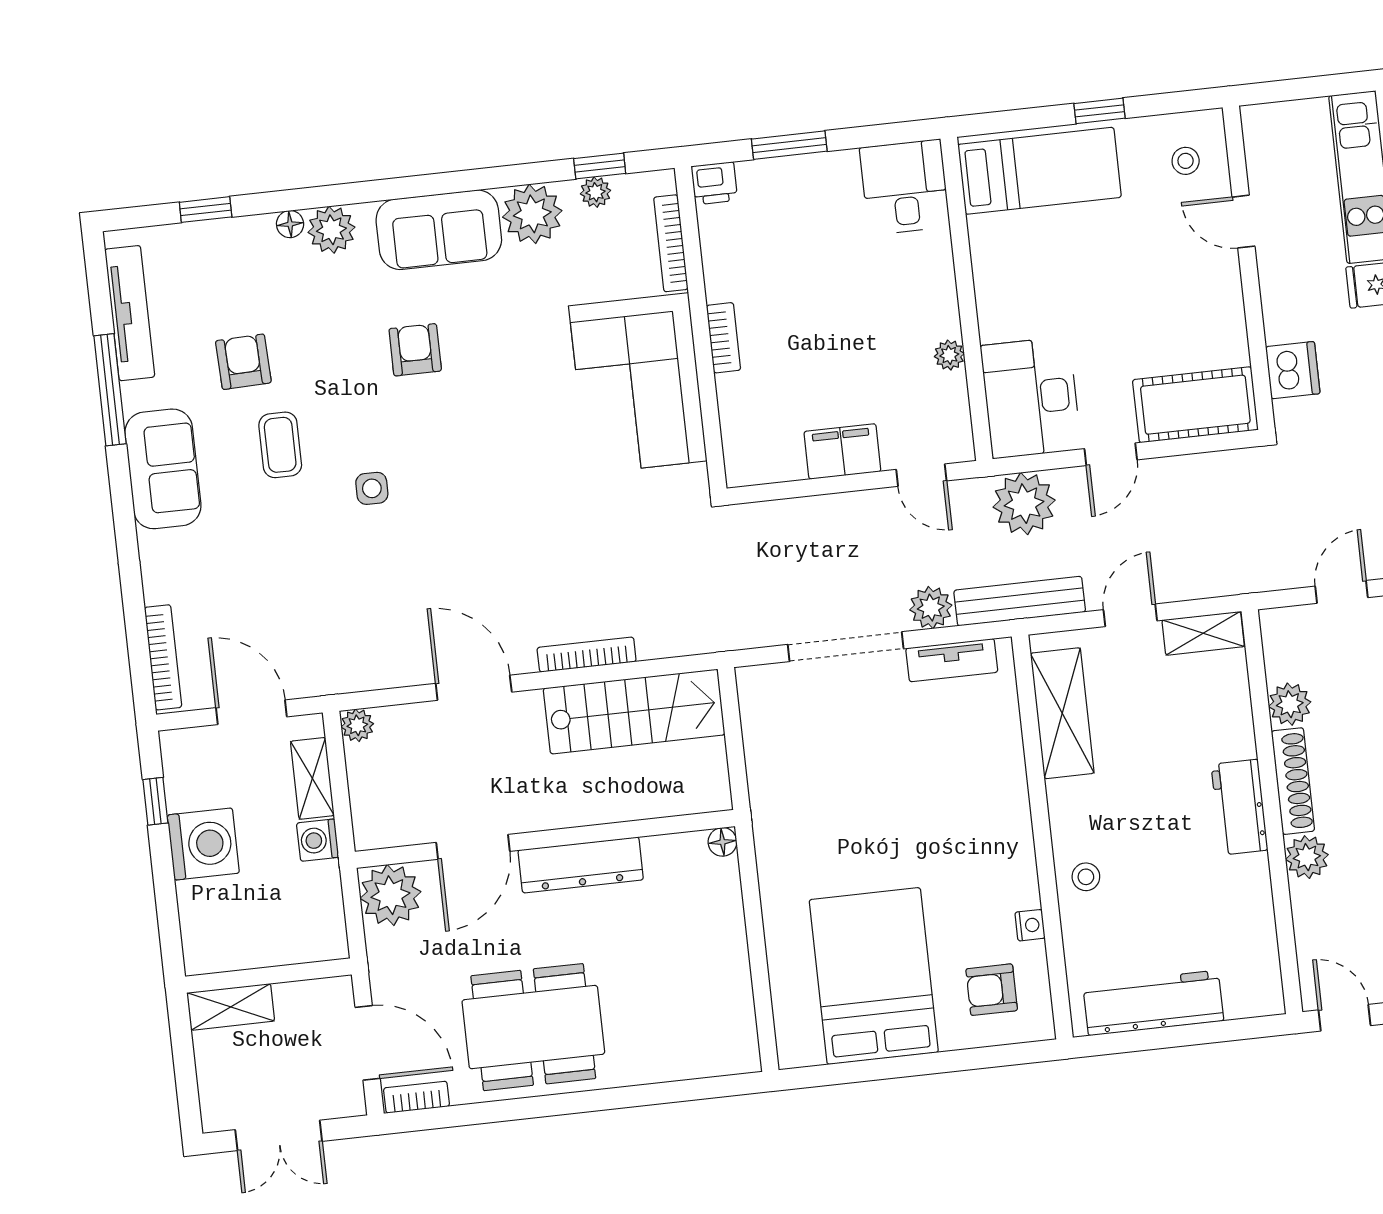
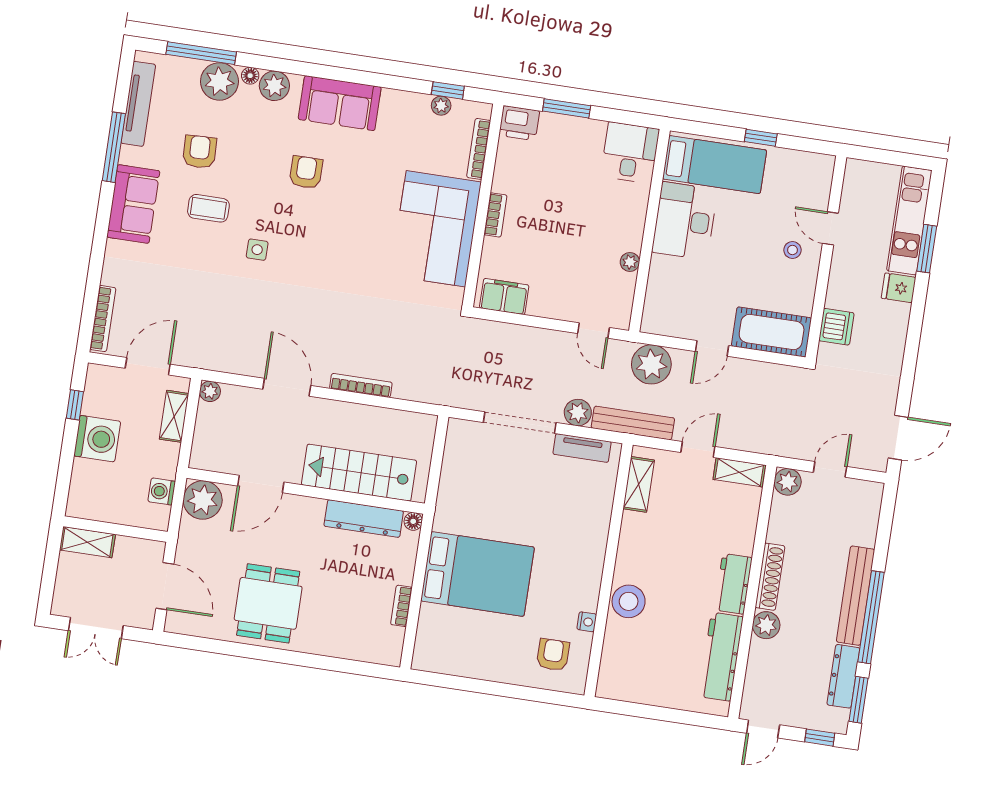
stool: (1186, 161) -> (792, 250), moved
printer: (714, 183) -> (519, 123), width x1.36, depth x1.24
window: (206, 210) -> (201, 53), width x2.17
plant: (532, 214) -> (219, 81), moved
desk: (1031, 398) -> (685, 221), moved
coffee table: (280, 445) -> (208, 208), turned 90
filing cabinet: (842, 451) -> (504, 296), moved
plant: (1290, 704) -> (788, 482), moved
door: (251, 712) -> (148, 366), hinge flipped
stairs: (634, 712) -> (359, 473), moved, turned 180
shelving: (1062, 713) -> (639, 484), width x0.67, depth x0.75
washing machine: (318, 840) -> (162, 491), moved
dresser: (581, 865) -> (364, 519), moved
stool: (1086, 877) -> (629, 601), width x1.89, depth x1.89
bed: (874, 976) -> (478, 574), moved, turned 90
armchair: (992, 990) -> (553, 655), turned 90
workbench: (1153, 1003) -> (721, 657), moved, turned -90
door: (1345, 1018) -> (763, 729), swing flipped
dining table: (533, 1027) -> (268, 603), width x0.73
bookcase: (416, 1097) -> (401, 606), moved, turned -90

